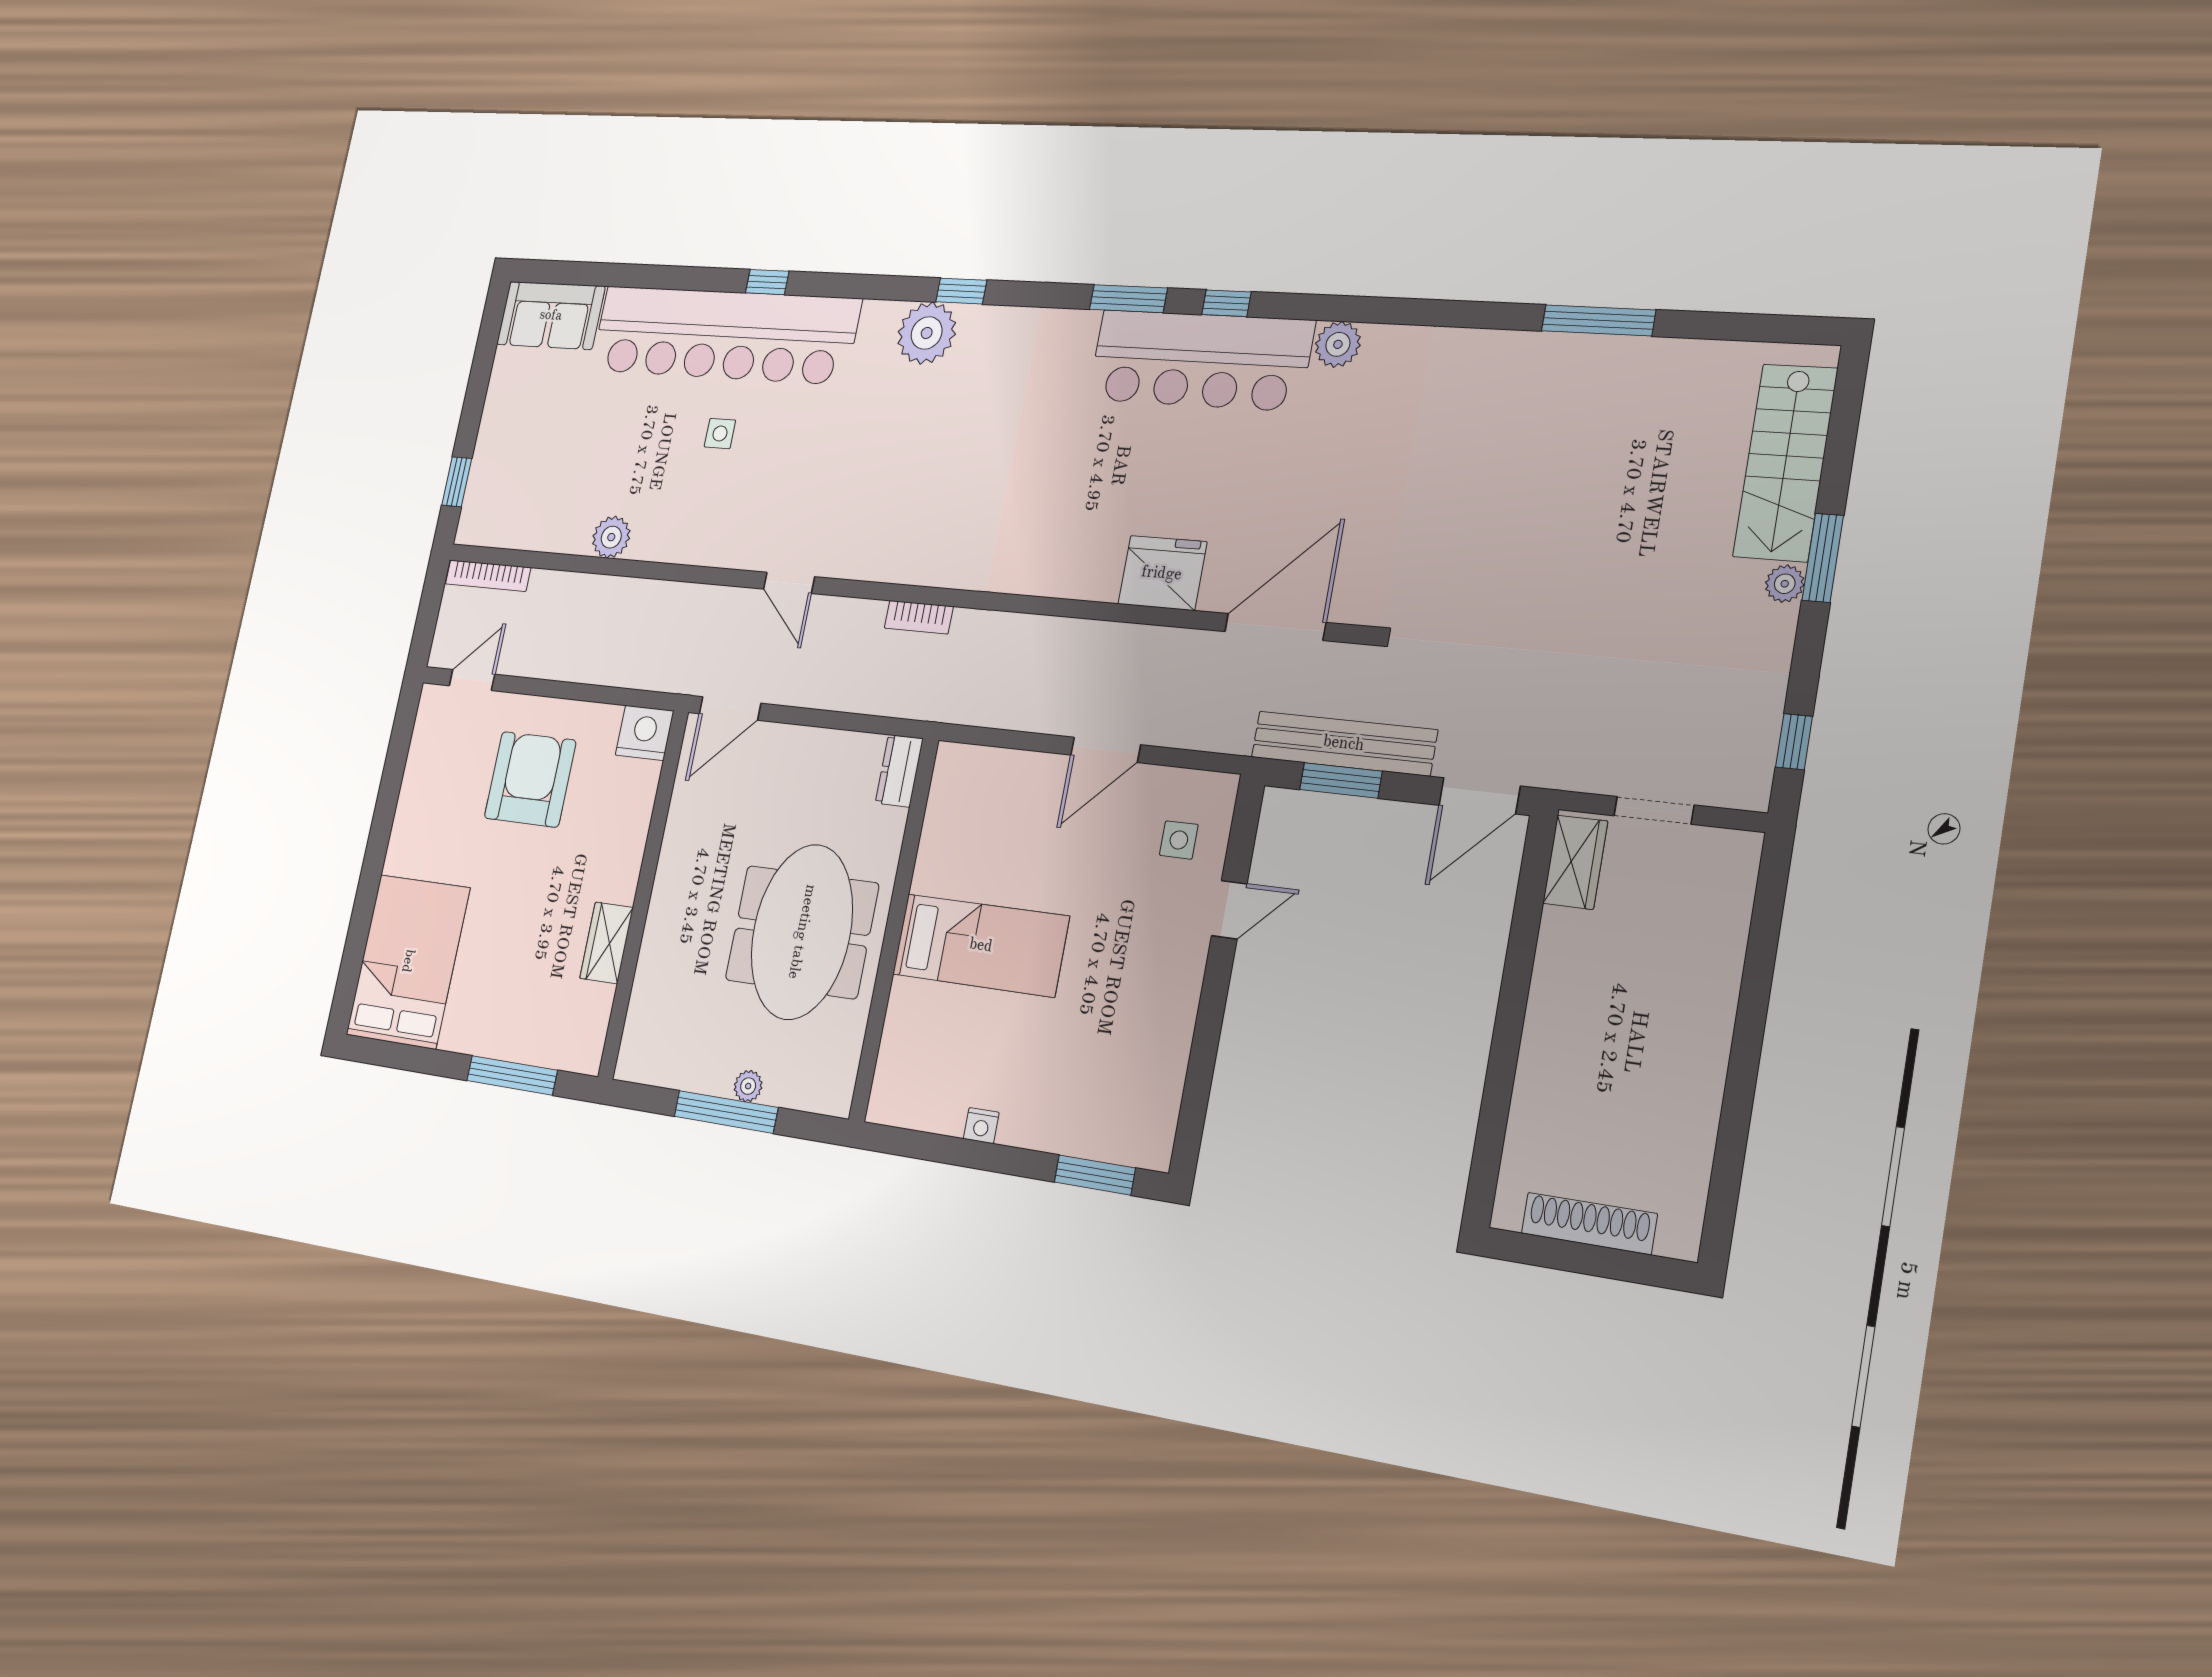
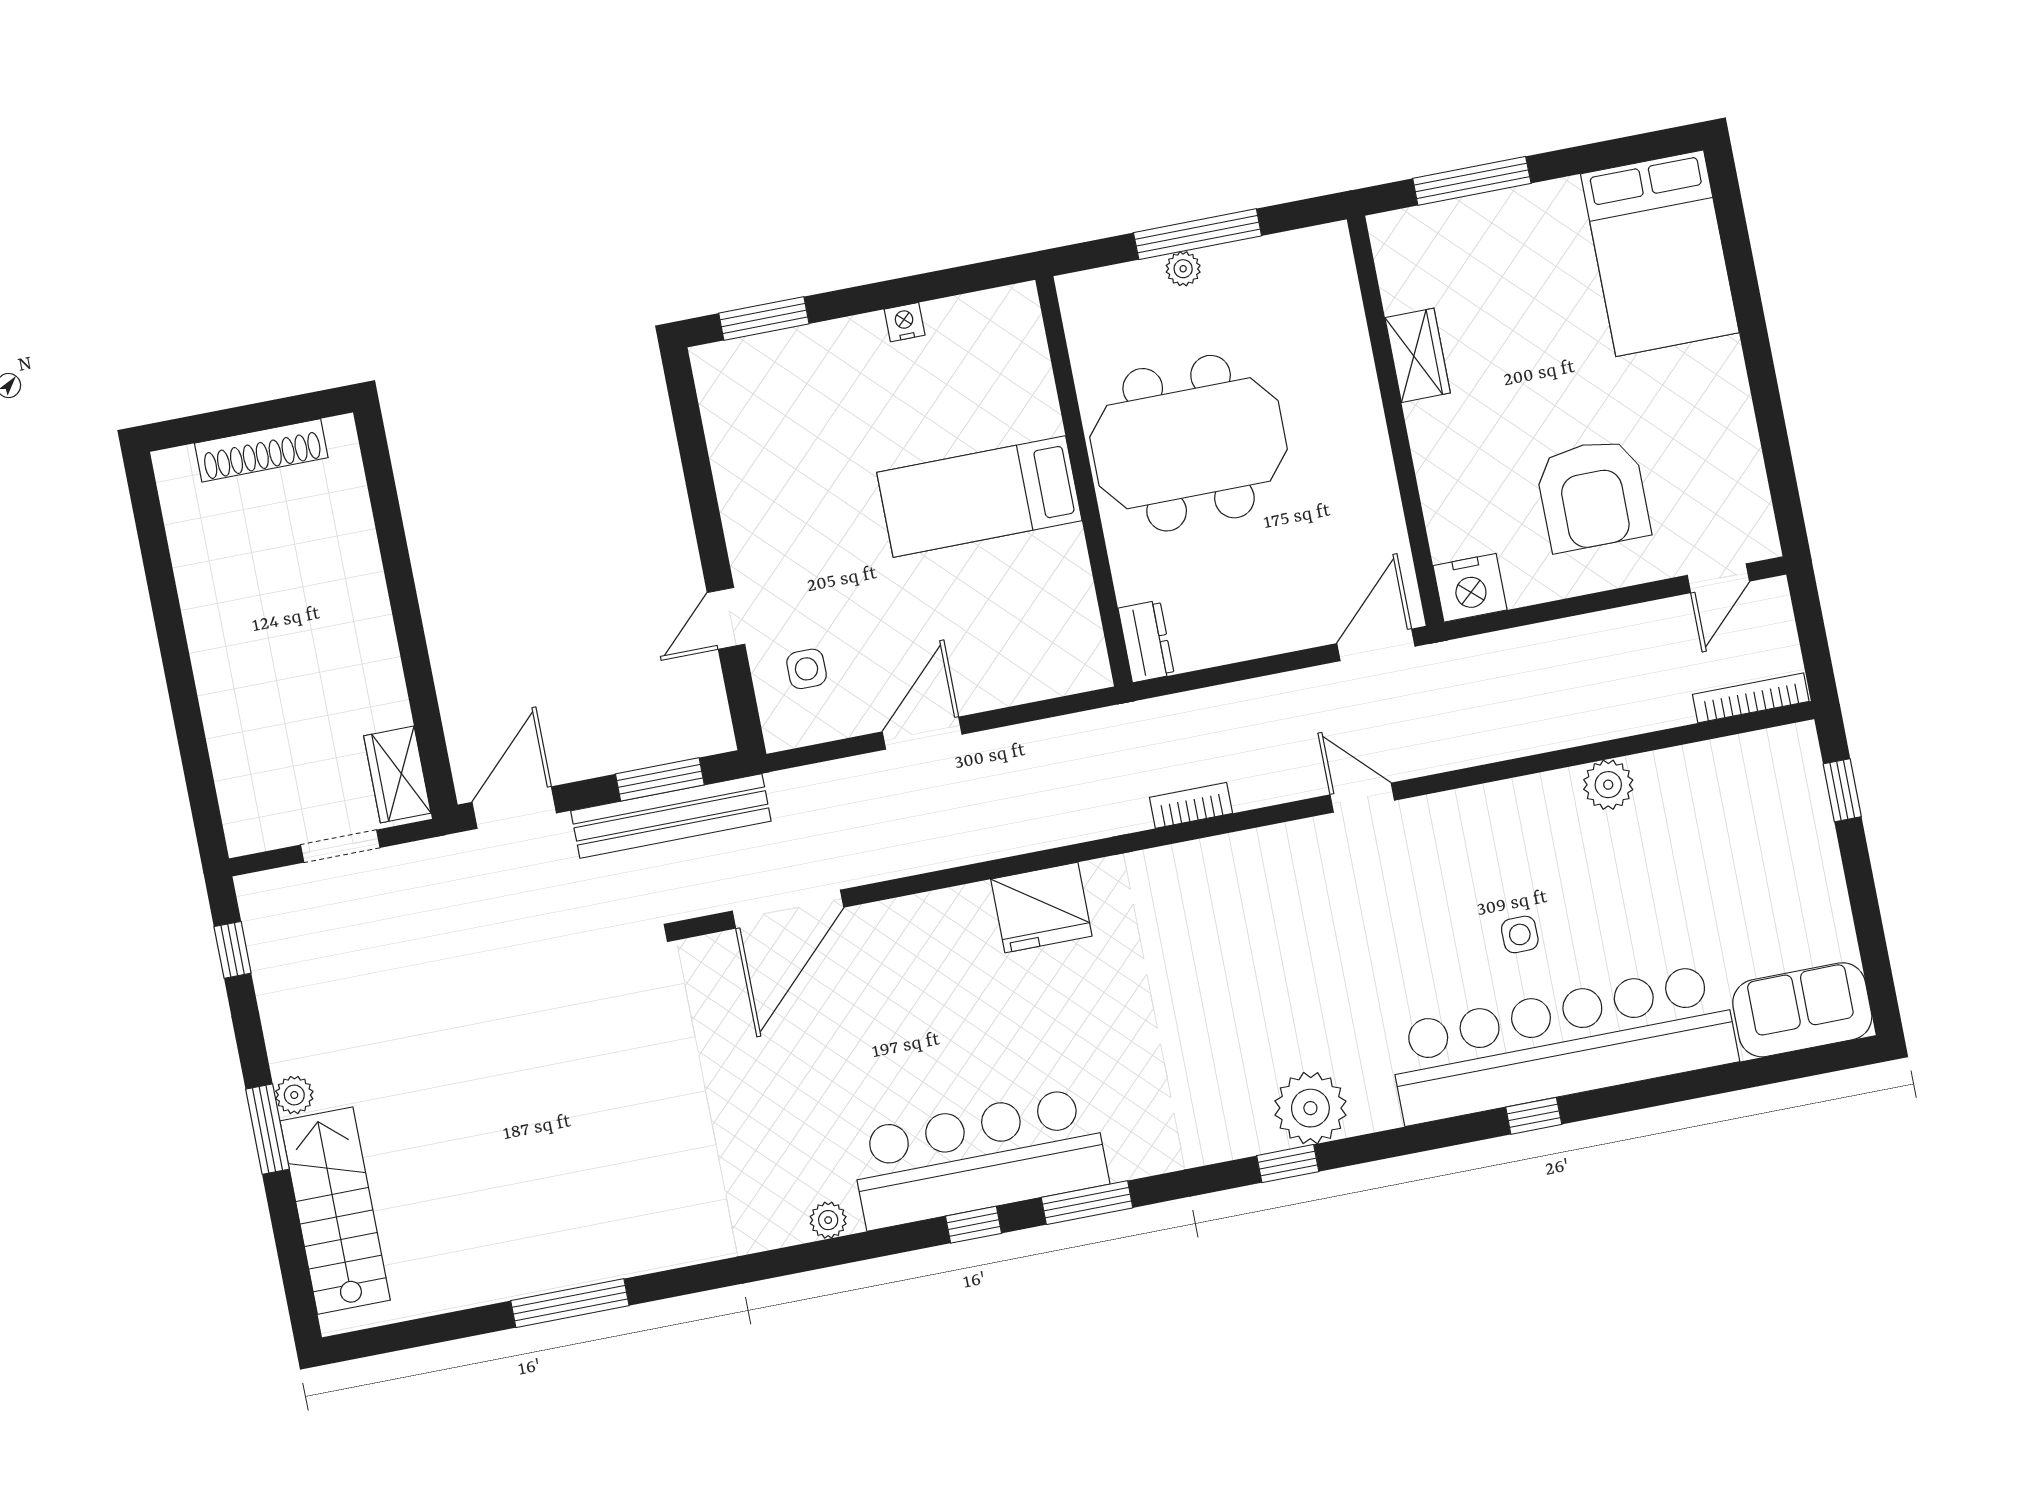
plant: (1338, 344) -> (828, 1220), width x0.73, depth x0.73
fridge: (1162, 573) -> (1041, 908), moved
meeting table: (802, 932) -> (1189, 443), turned 90

